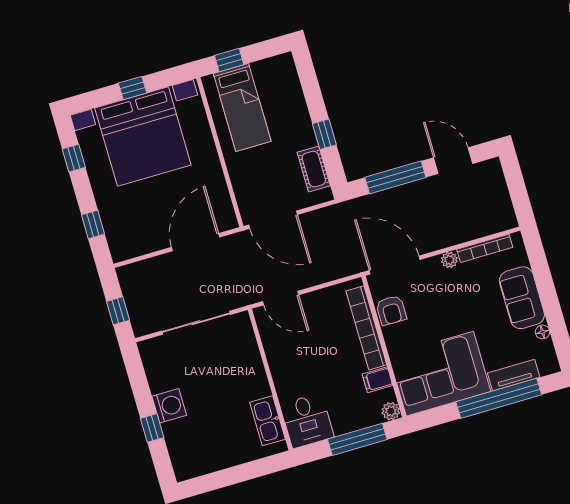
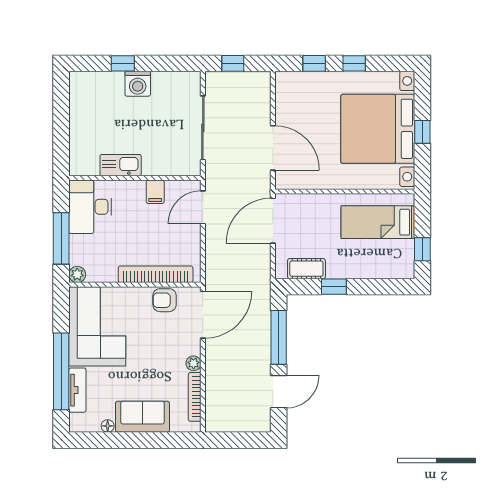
window: (229, 60) -> (422, 249), moved
window: (74, 158) -> (354, 63), moved
filing cabinet: (378, 380) -> (155, 192), moved, turned 180
kitchen sink: (267, 421) -> (121, 165), moved
desk: (307, 421) -> (90, 207), width x1.37

